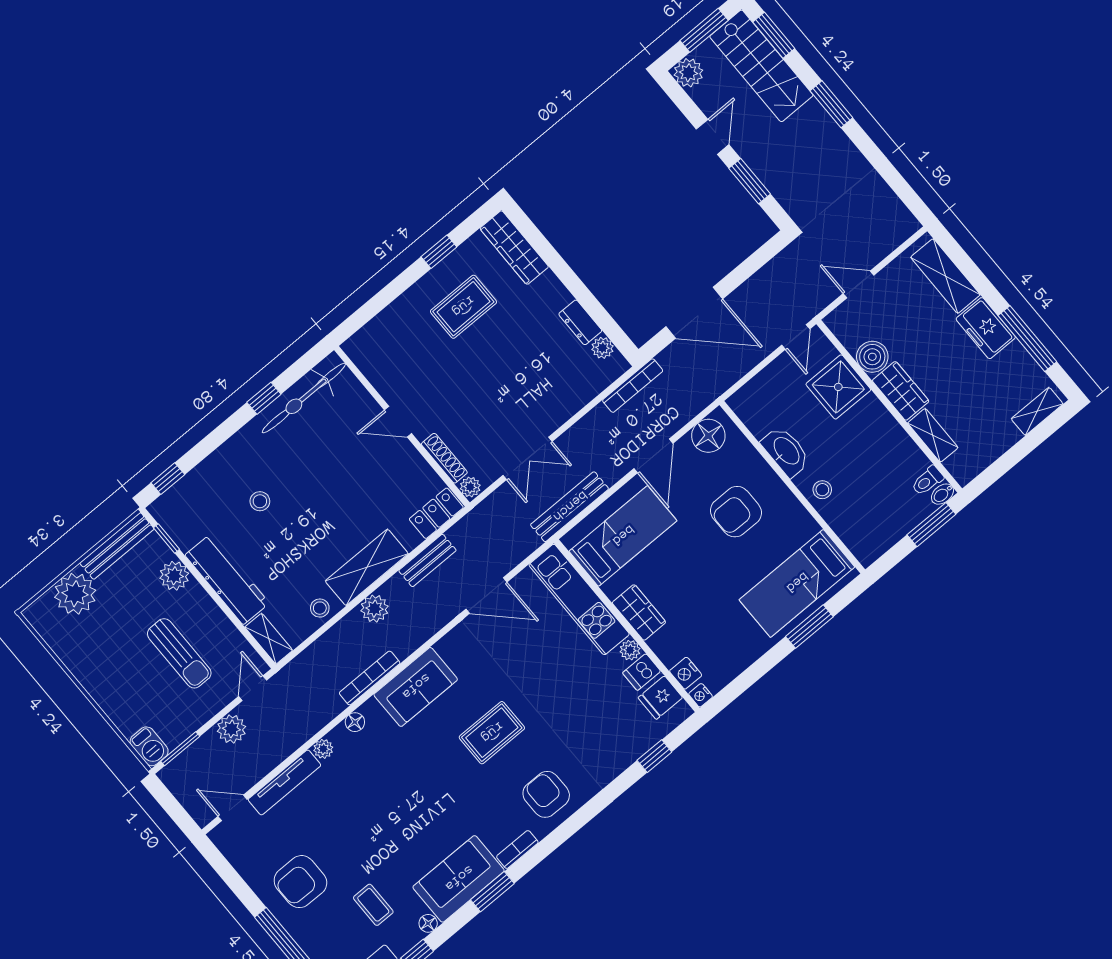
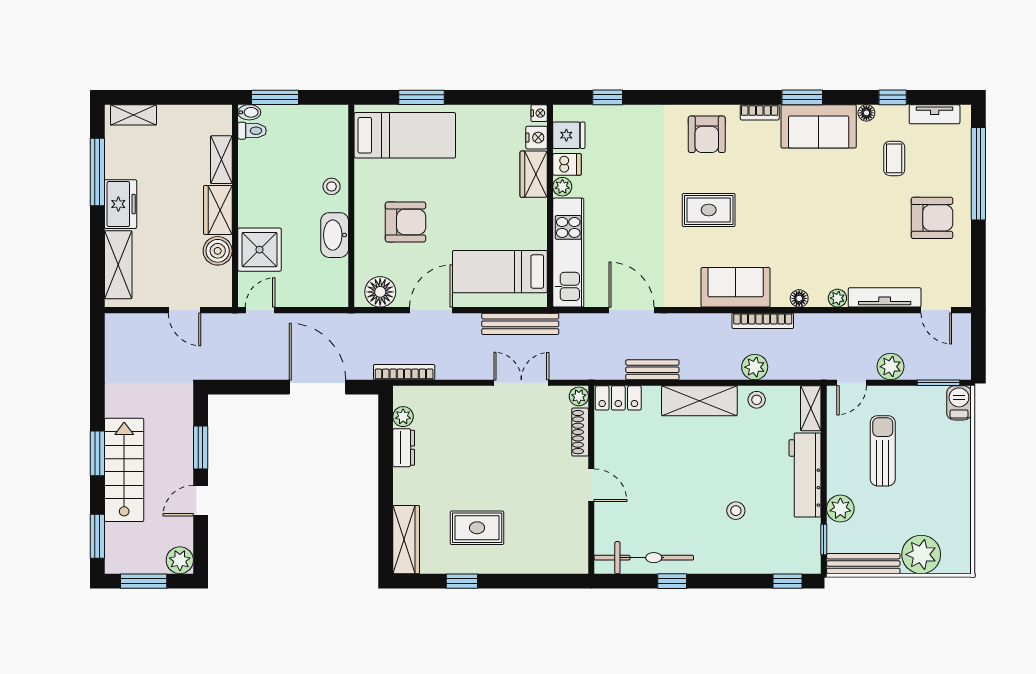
stairs: (761, 66) -> (124, 470), moved
plant: (375, 609) -> (755, 367), moved
wardrobe: (639, 612) -> (534, 174), moved

